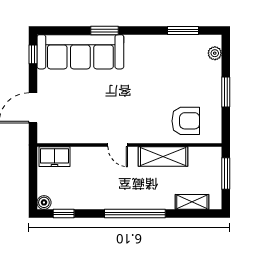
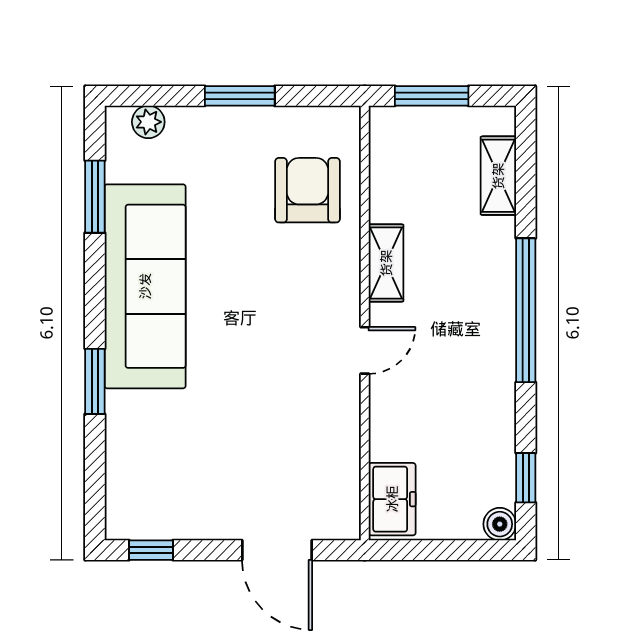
sofa: (80, 52) -> (145, 286), moved
shelving: (163, 157) -> (386, 263), width x0.67, depth x0.75

